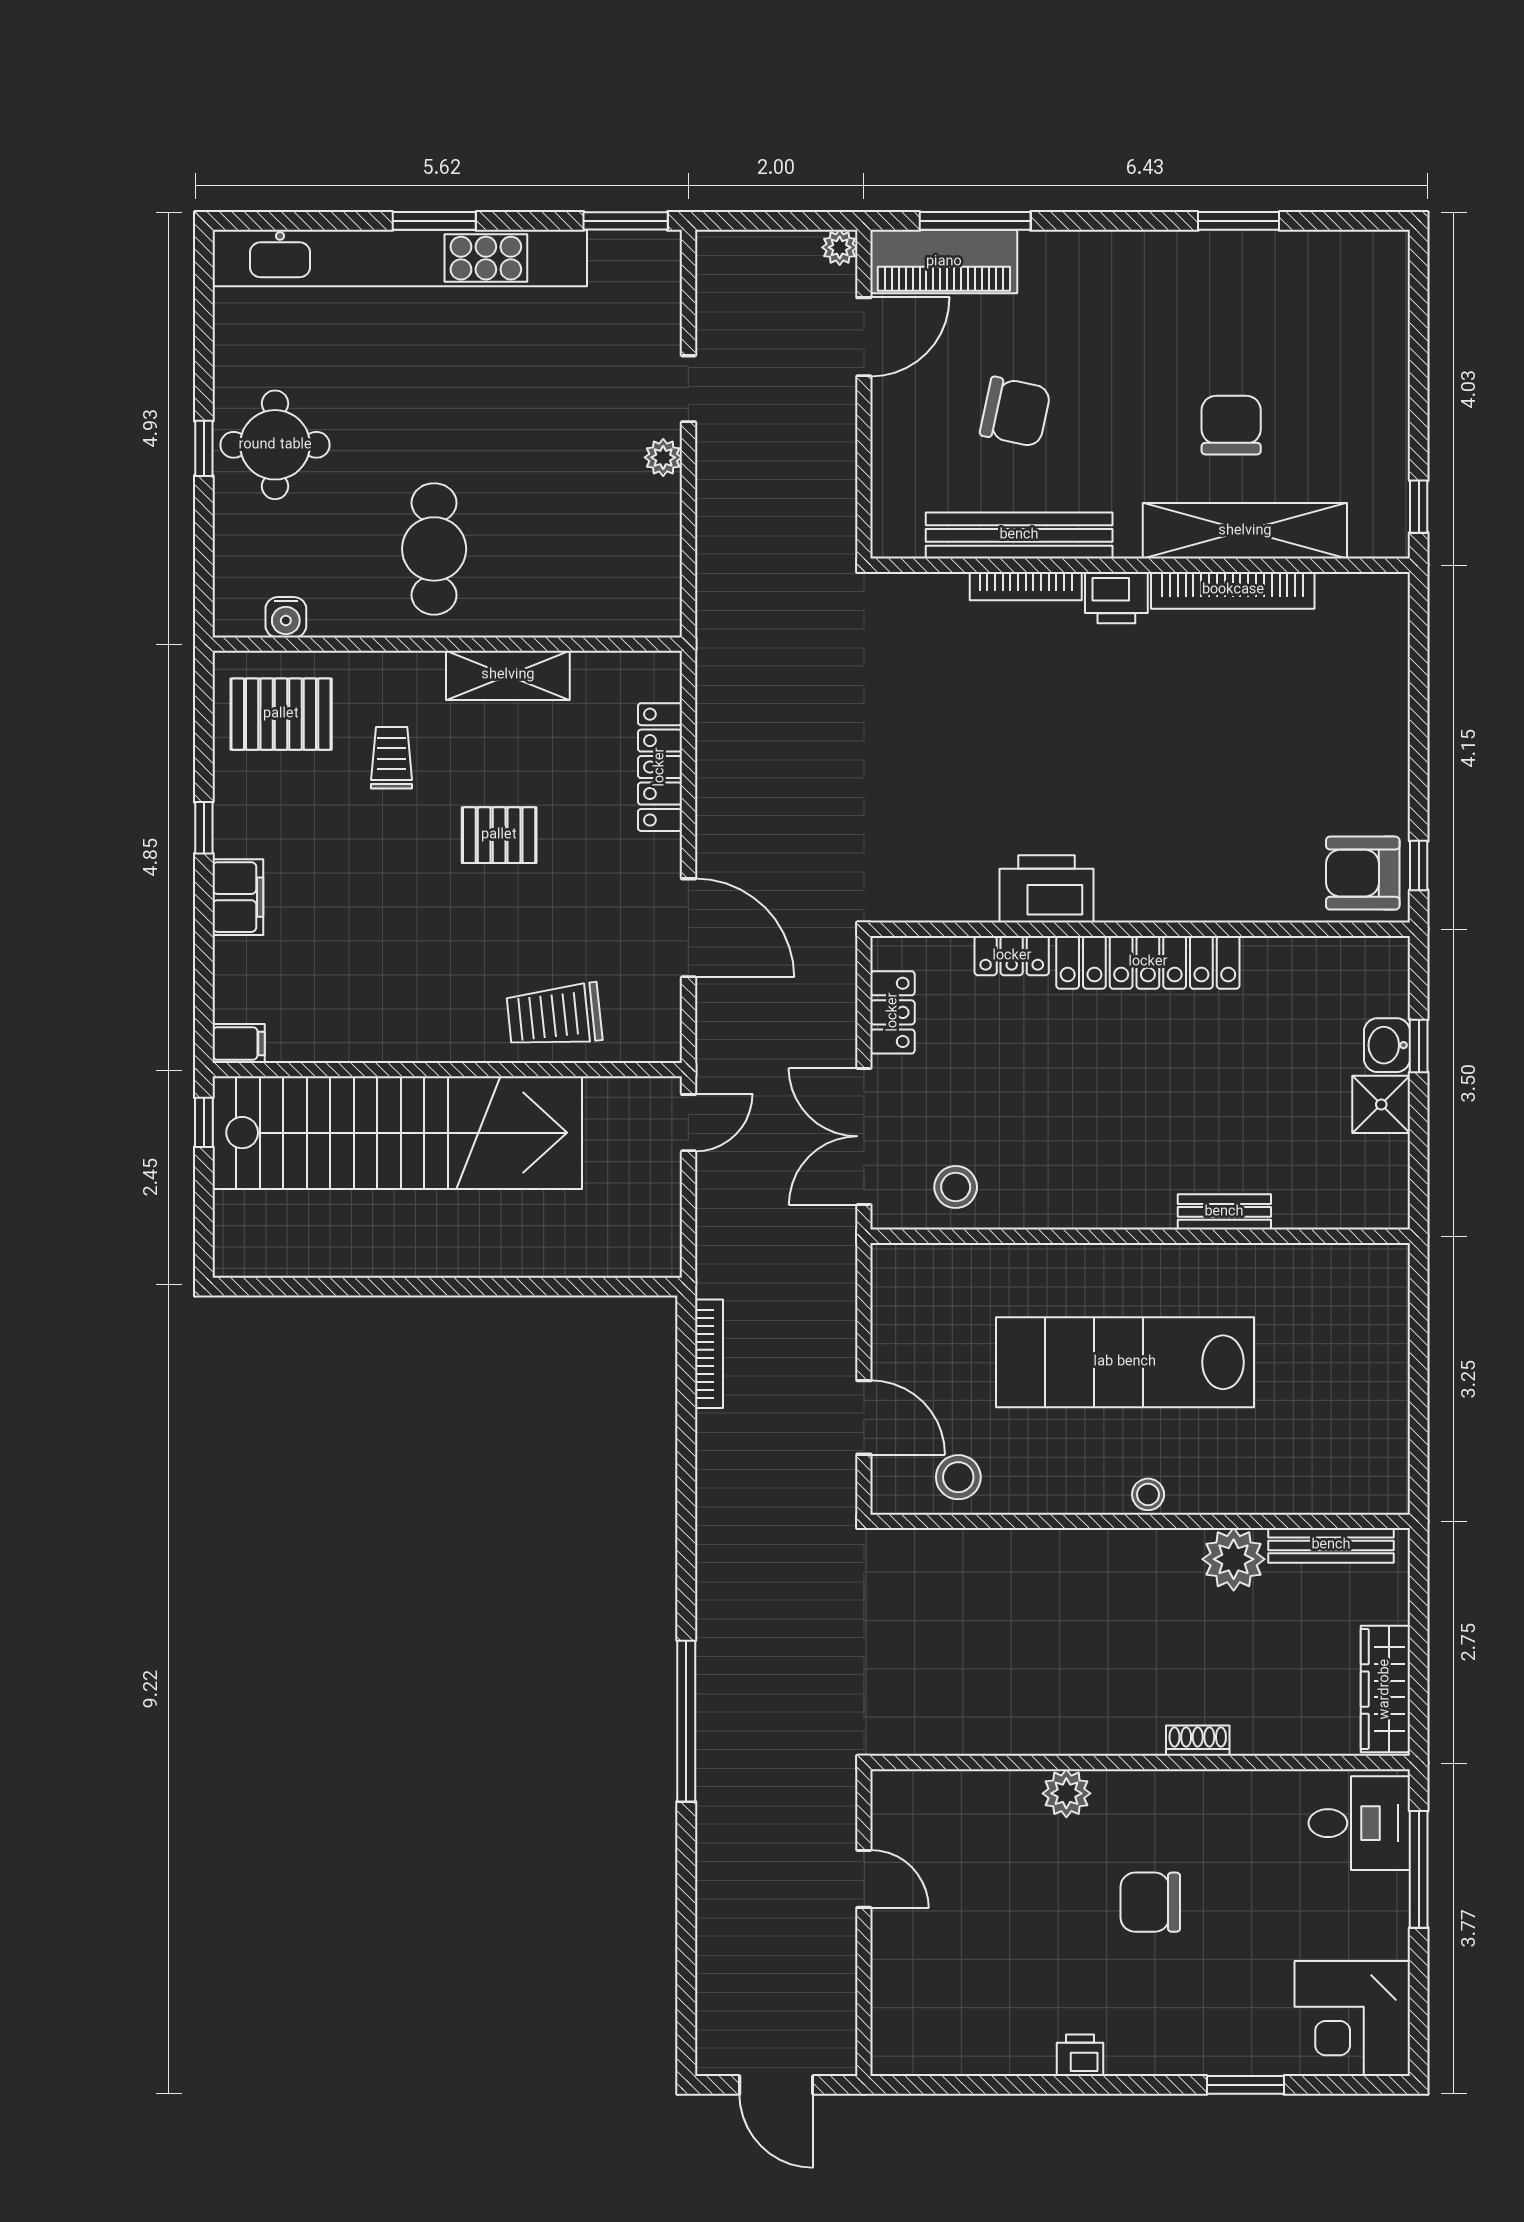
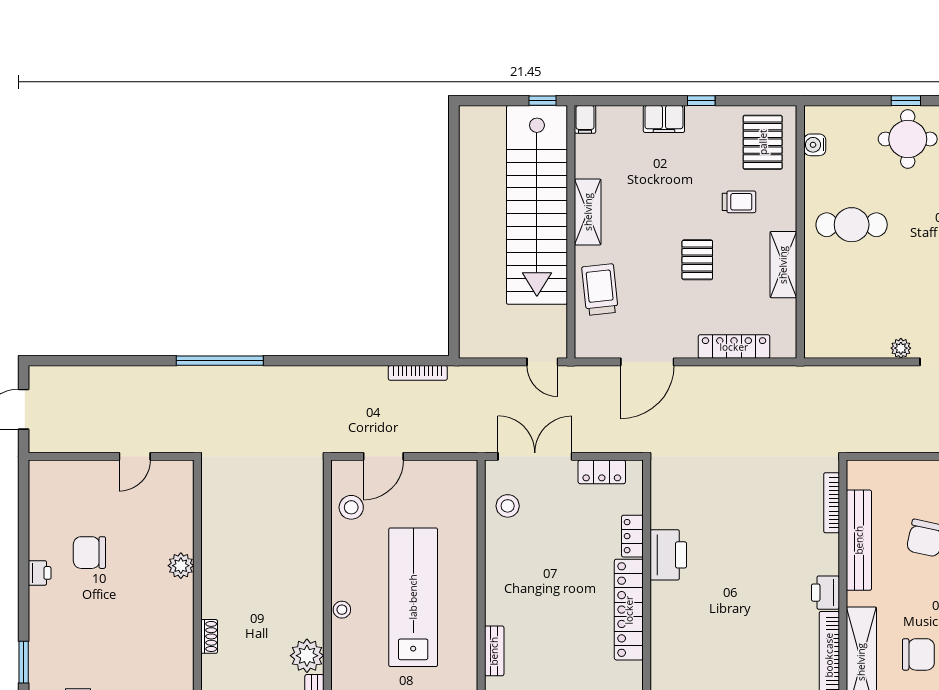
bookcase: (1026, 586) -> (832, 503), moved
shelving: (411, 1038) -> (588, 212), added
chair: (1150, 1902) -> (89, 553), moved, turned -90

